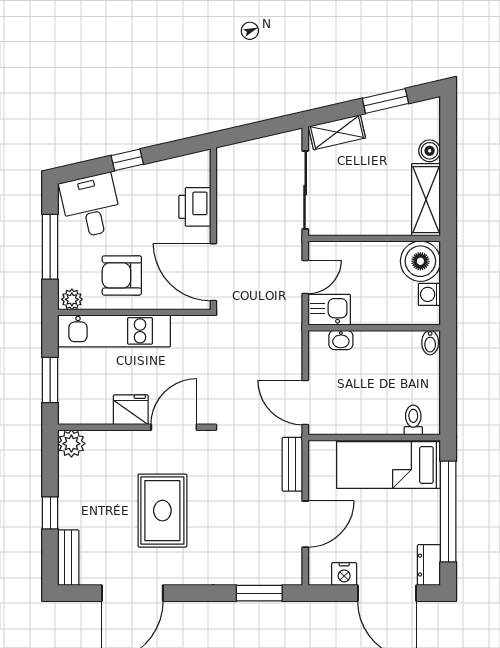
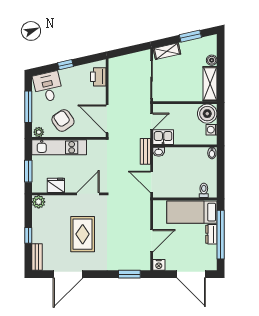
printer: (195, 207) -> (98, 77), moved
armchair: (122, 275) -> (63, 120), turned 55
washbasin: (341, 340) -> (159, 152), moved
fridge: (131, 410) -> (56, 185), moved
bench: (292, 464) -> (145, 151), moved
dresser: (429, 565) -> (211, 234), moved
nightstand: (344, 574) -> (159, 265), moved

